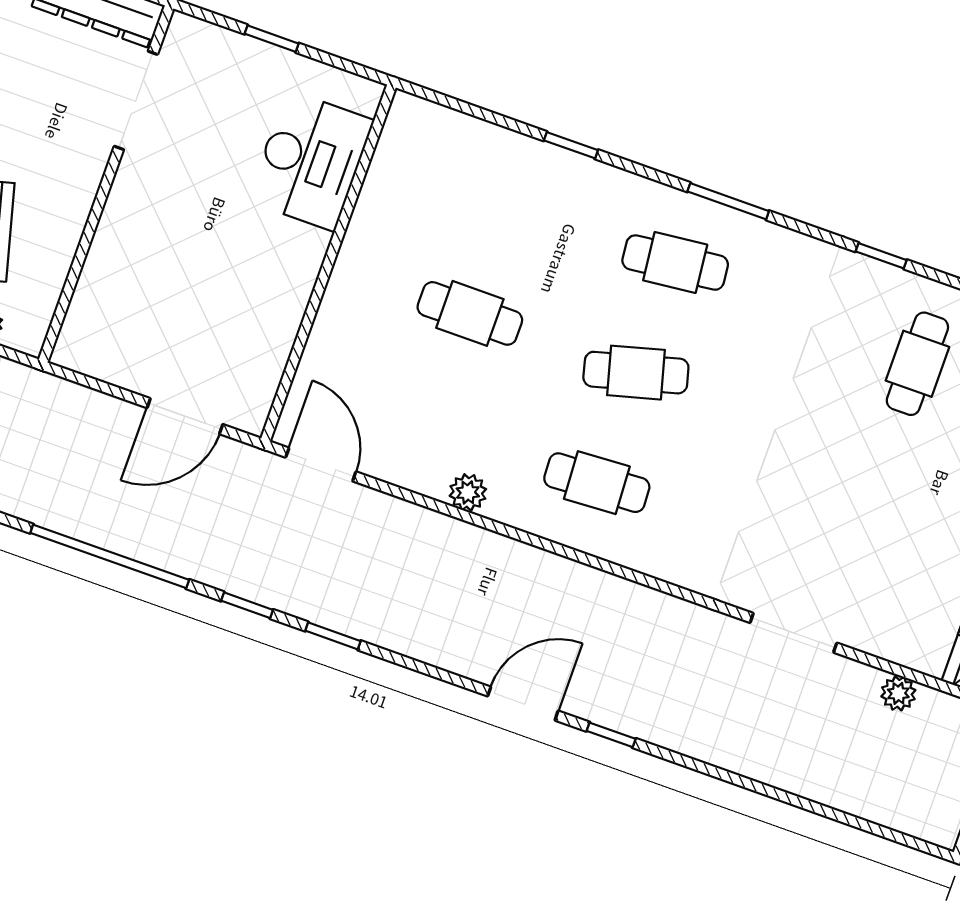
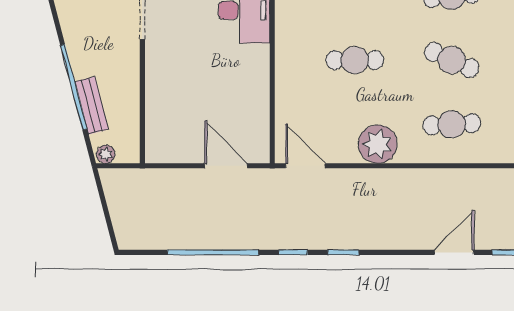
cafe table: (636, 373) -> (452, 60), turned 39
door: (185, 416) -> (226, 166), swing flipped
plant: (468, 492) -> (378, 144), width x1.88, depth x1.88

